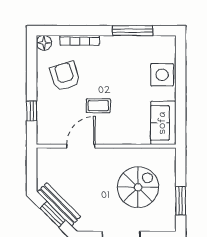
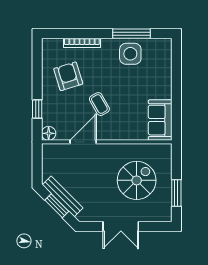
floor lamp: (44, 43) -> (49, 133), moved
side table: (162, 75) -> (130, 54), moved
coffee table: (98, 106) -> (99, 104), turned 60

